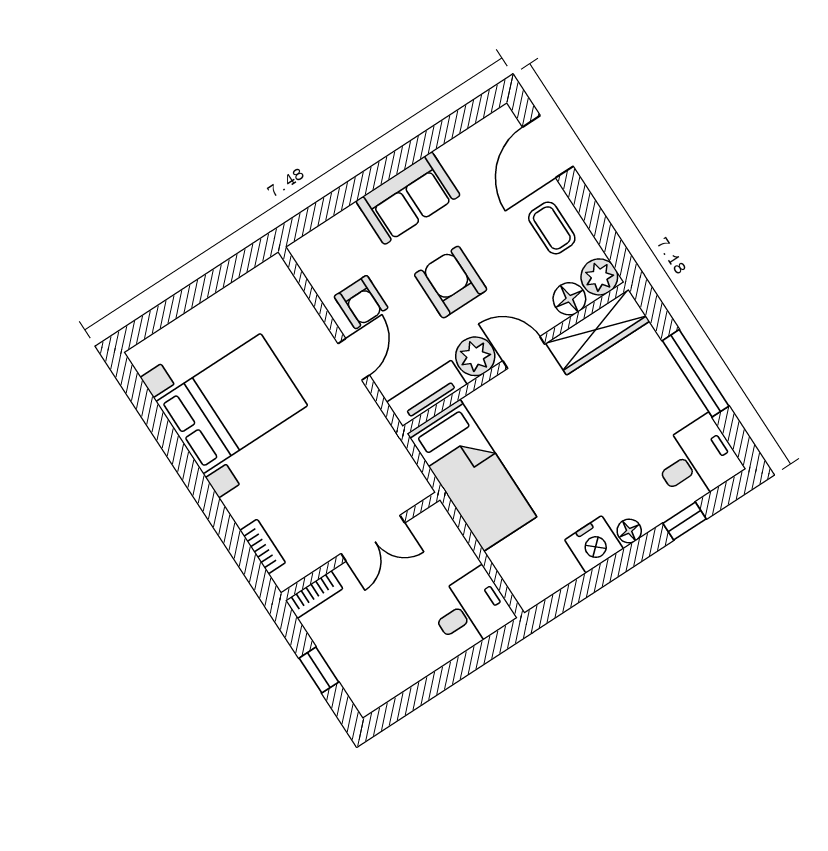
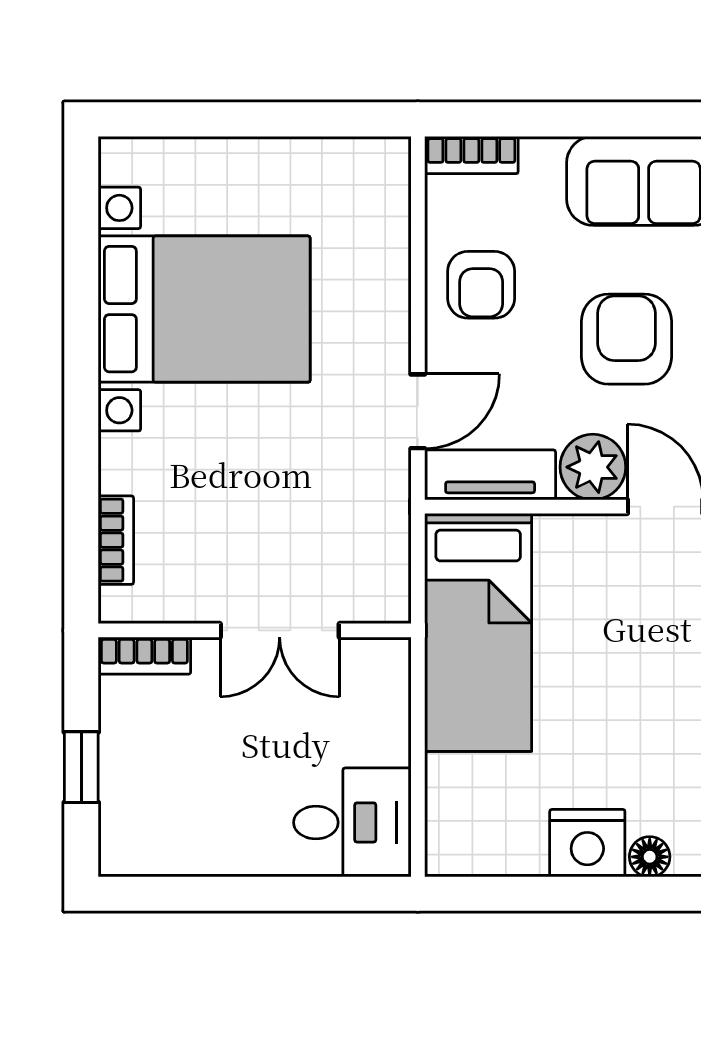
bookcase: (314, 241) -> (471, 155), added
door: (354, 359) -> (418, 411), moved

